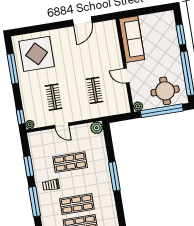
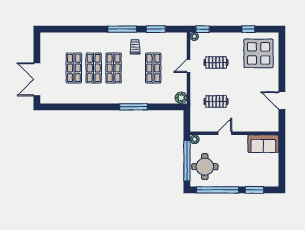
sofa: (132, 39) -> (263, 144), width x0.73
window: (13, 69) -> (248, 29), width x0.46

